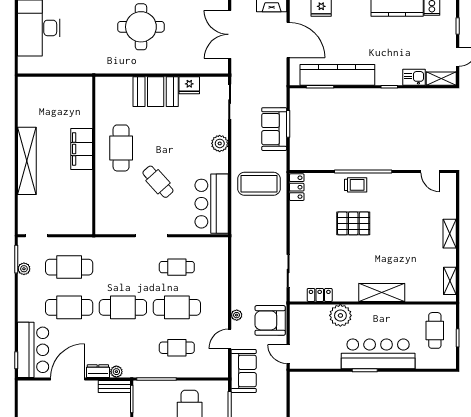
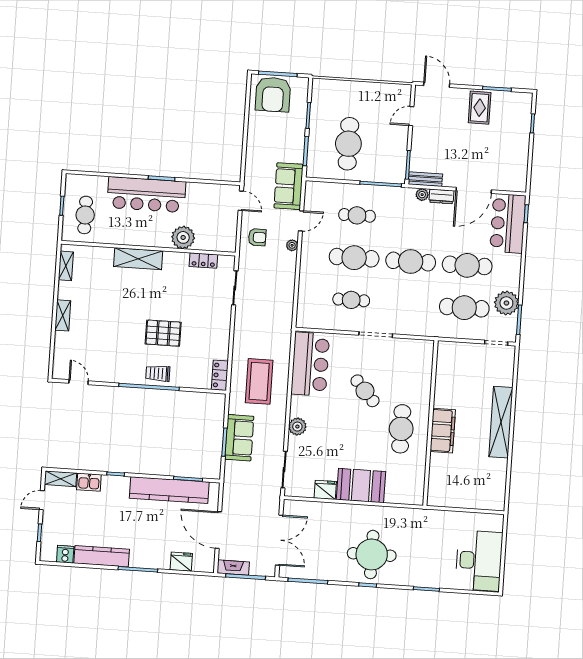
coffee table: (259, 184) -> (259, 381), turned 90
plant: (24, 269) -> (506, 303), width x1.87, depth x1.87
armchair: (270, 320) -> (257, 237), width x0.53, depth x0.53

